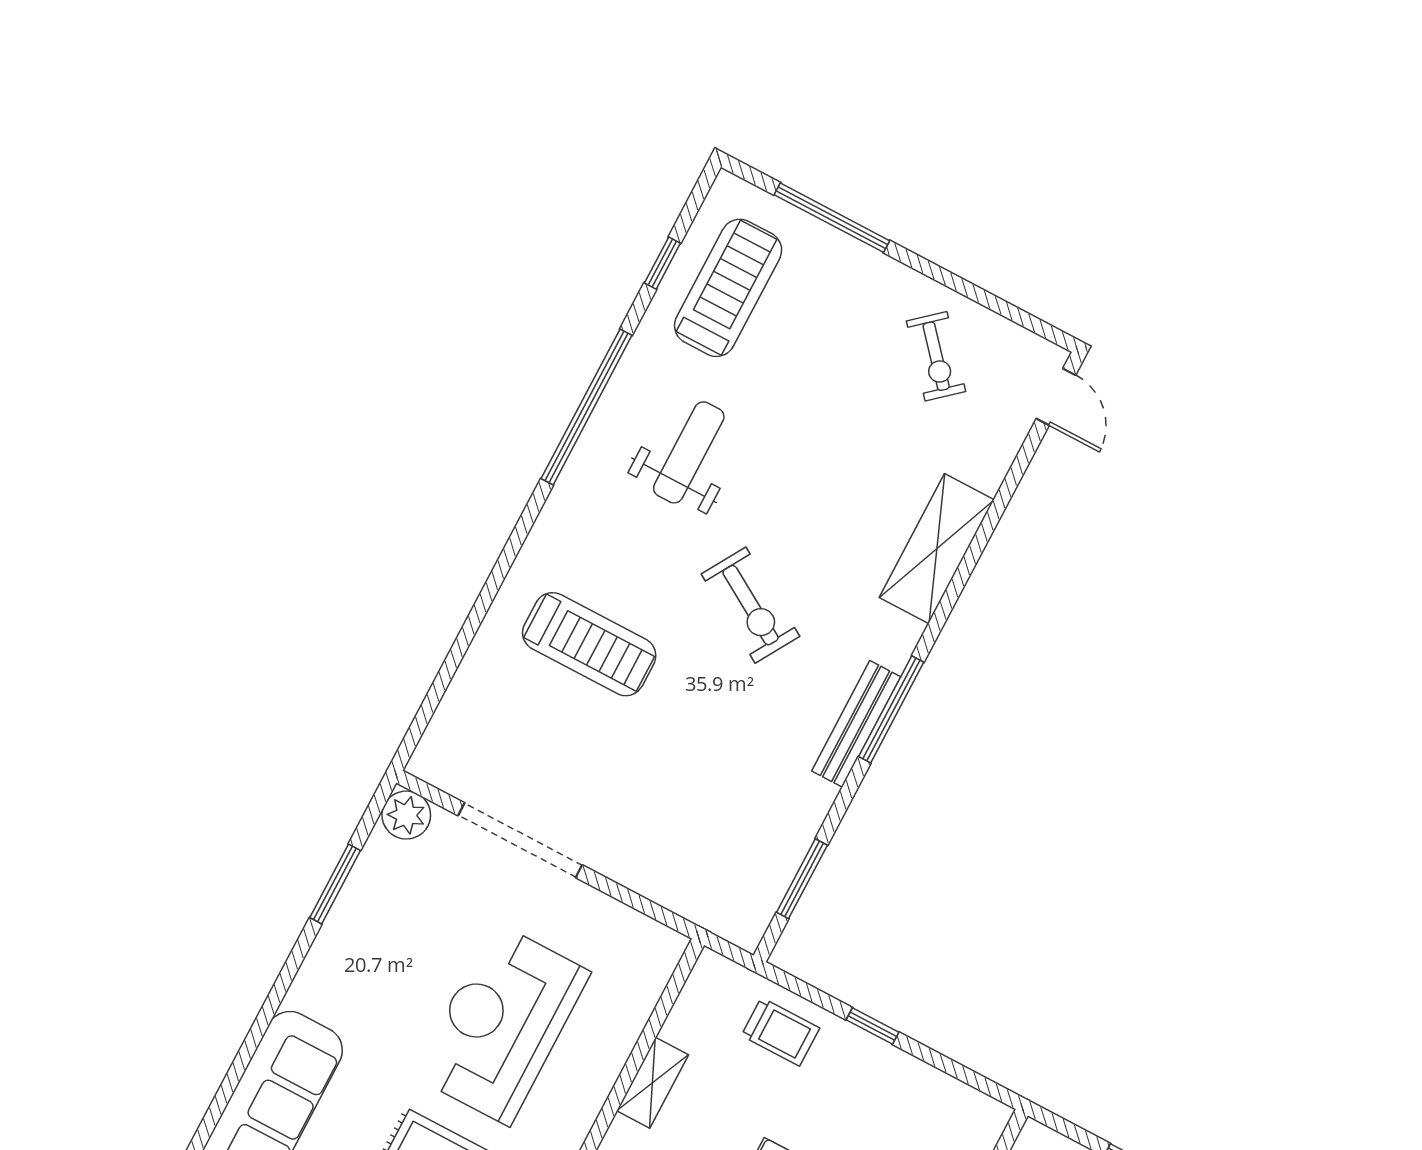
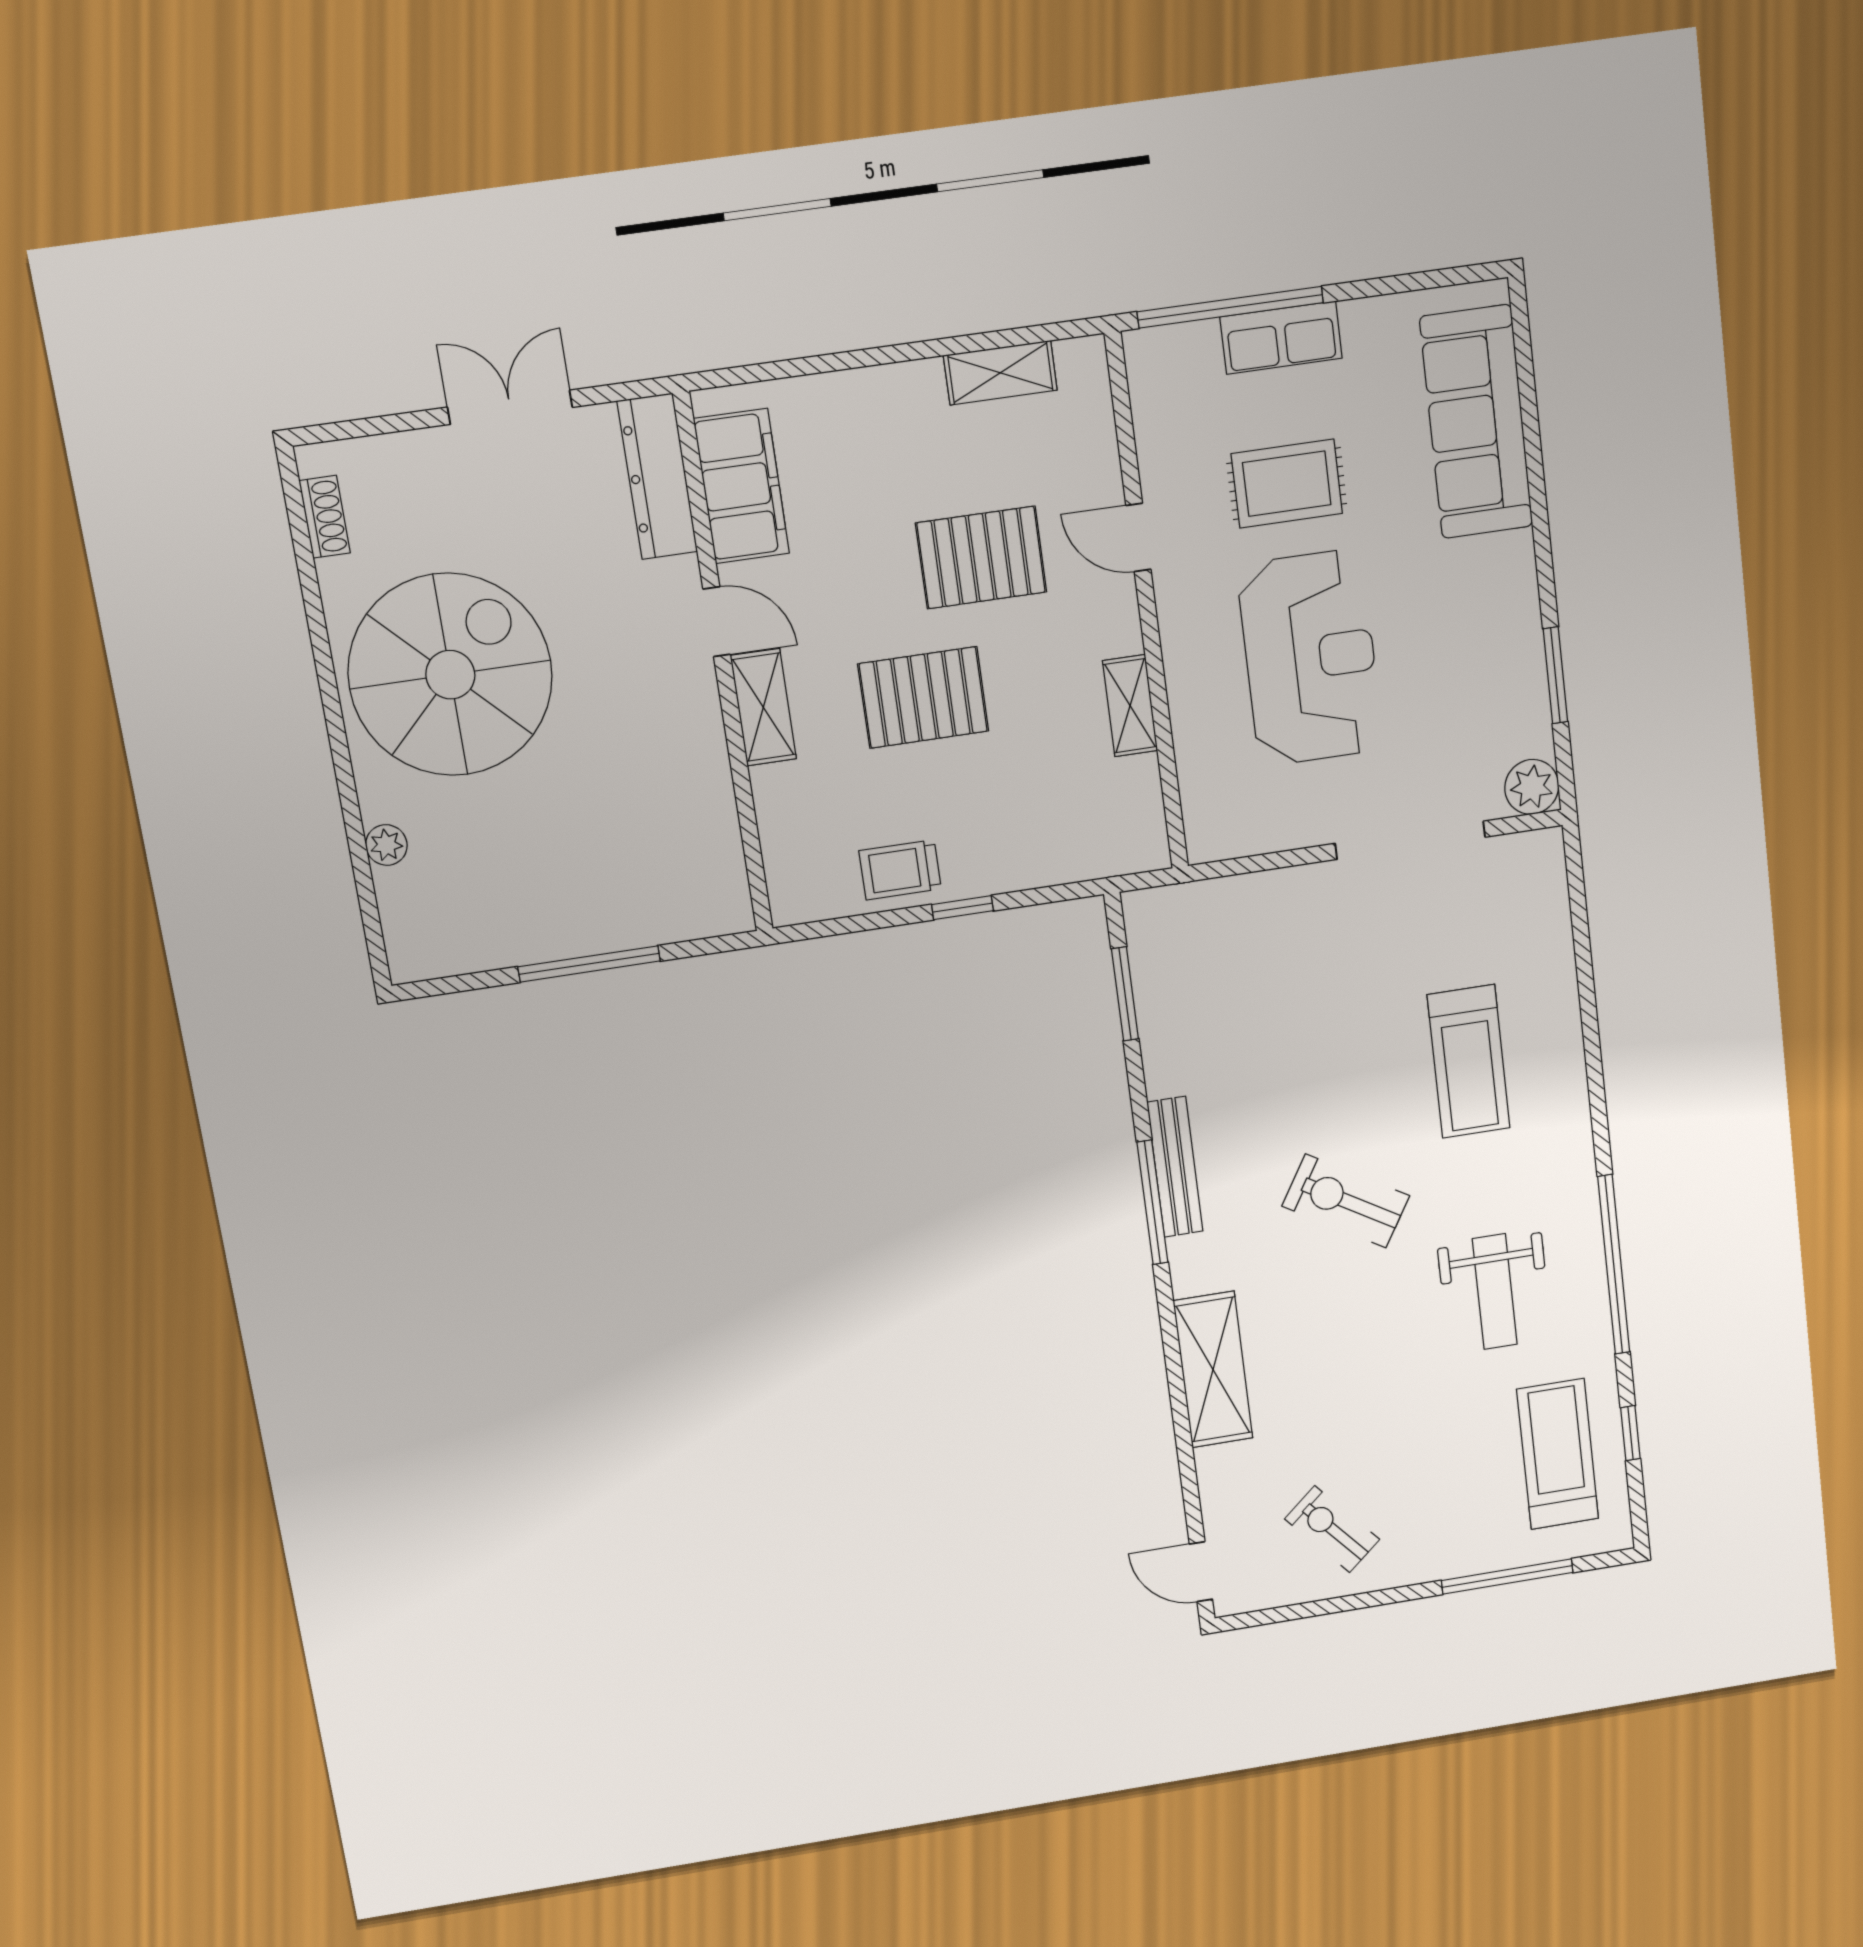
treadmill: (728, 288) -> (1558, 1454), turned 180
treadmill: (589, 644) -> (1469, 1061), turned -90
trolley: (780, 1032) -> (900, 870), moved

